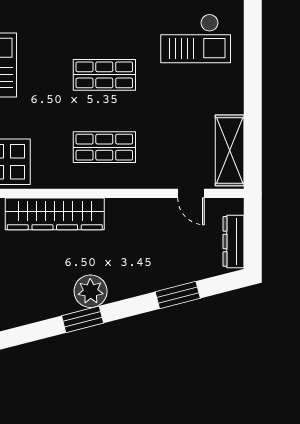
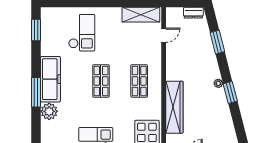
dresser: (233, 241) -> (193, 13), width x0.70
plant: (91, 291) -> (218, 83), width x0.53, depth x0.53

